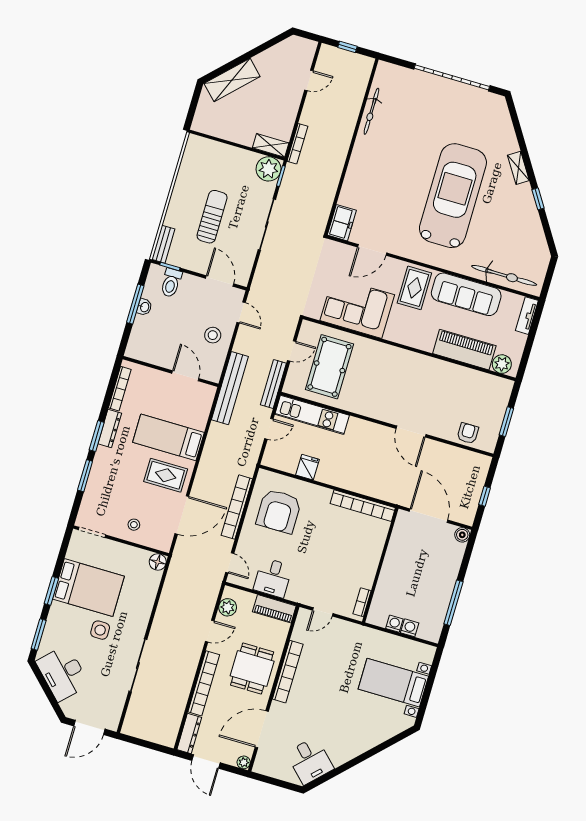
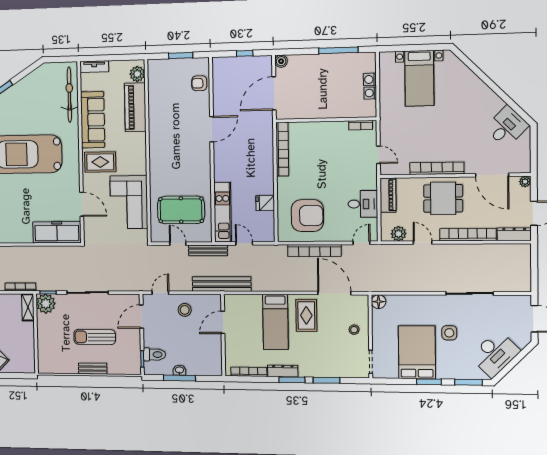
freezer: (342, 223) -> (57, 232), width x1.91, depth x1.26
bench: (163, 244) -> (93, 369), moved

